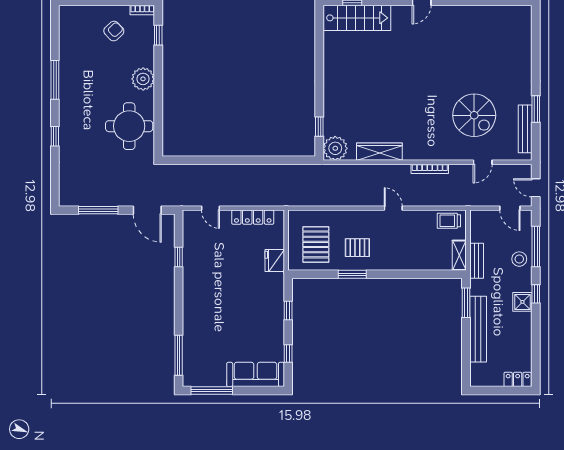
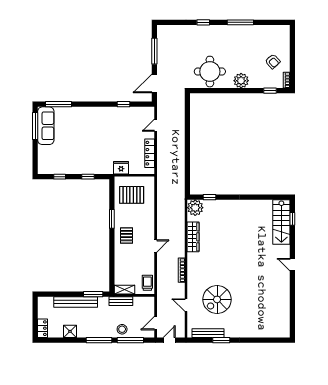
pallet: (357, 248) -> (127, 236), moved
window: (536, 294) -> (99, 340), width x2.17
shower: (522, 302) -> (70, 331), moved
sofa: (256, 374) -> (46, 126), moved

